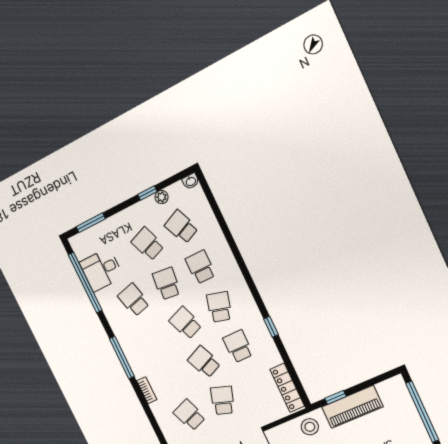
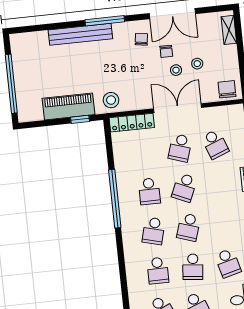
school desk: (185, 323) -> (189, 227), turned 39
window: (271, 327) -> (115, 199), width x3.17
school desk: (204, 362) -> (184, 188), turned 48
locker: (287, 388) -> (132, 123), moved, turned 90

